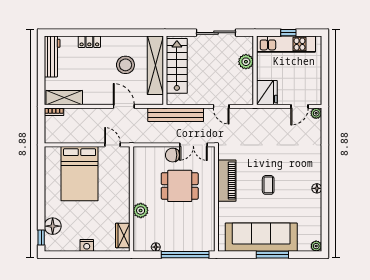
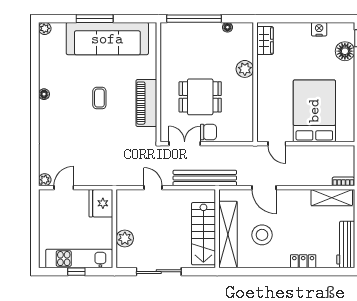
nightstand: (87, 245) -> (319, 29), moved

